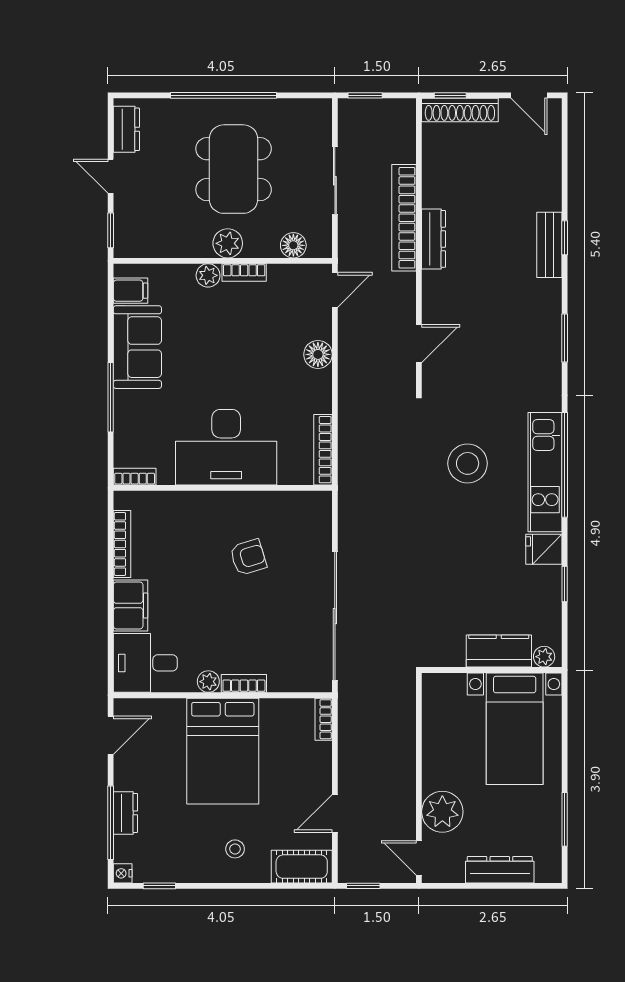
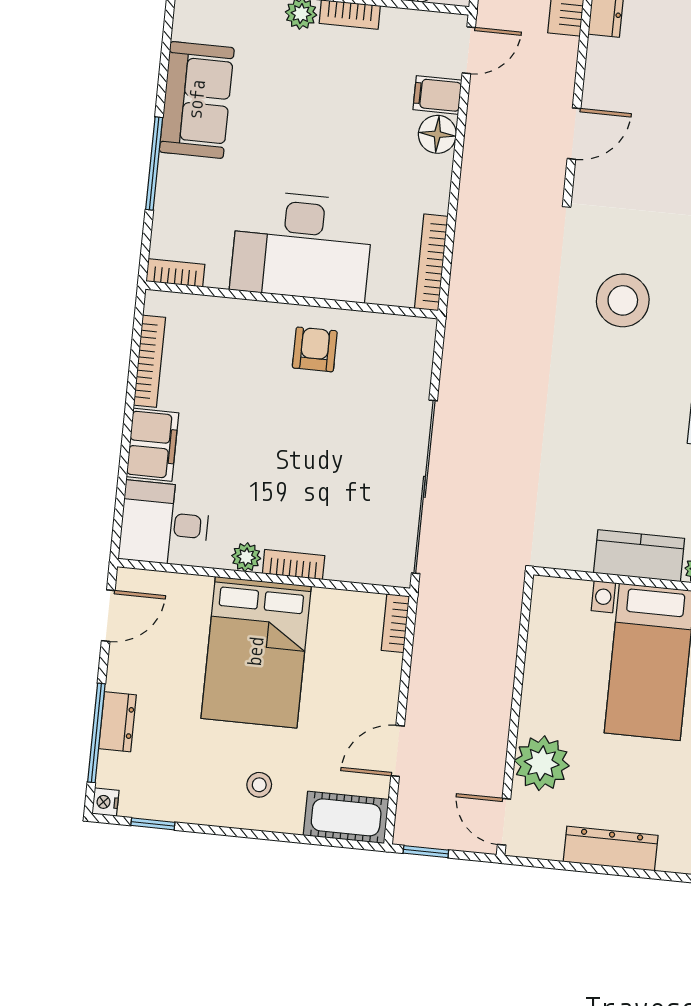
filing cabinet: (130, 291) -> (437, 95), moved, turned 180
armchair: (248, 557) -> (315, 349), moved, turned -73

